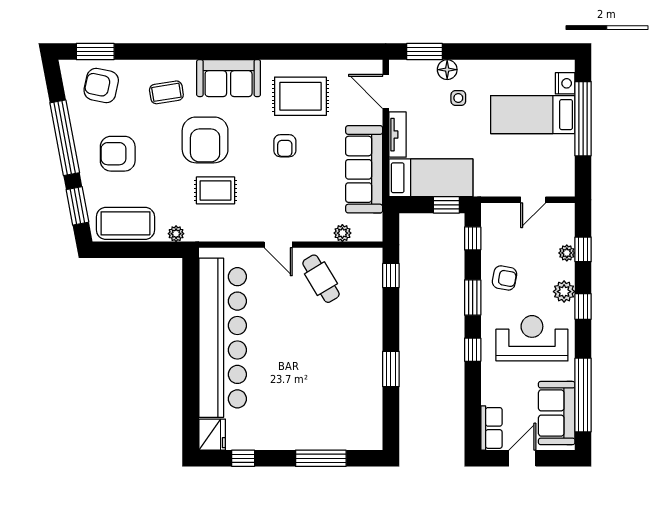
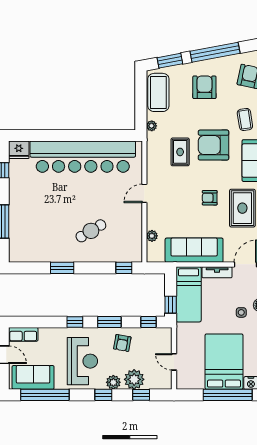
bed: (533, 115) -> (224, 362), width x1.50
plant: (567, 253) -> (134, 379), width x1.88, depth x1.88
cafe table: (321, 279) -> (91, 231), moved

